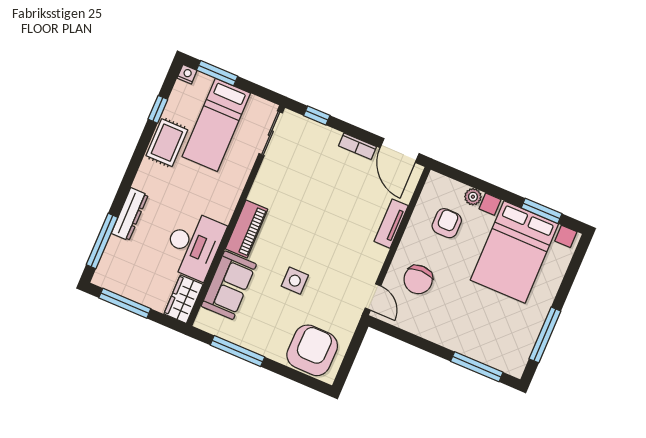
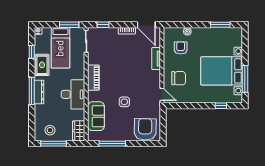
window: (217, 73) -> (69, 25), moved
dresser: (130, 214) -> (39, 92), moved
piano: (246, 229) -> (93, 78), moved
window: (102, 241) -> (32, 91), moved
desk: (193, 245) -> (73, 94), moved
bed with nightstands: (514, 252) -> (222, 71), moved, turned 90
stool: (129, 274) -> (50, 130), added
chair: (418, 280) -> (179, 78), turned -90
window: (477, 367) -> (221, 106), width x0.46

